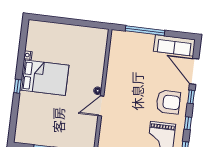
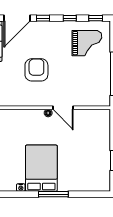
window: (18, 86) -> (53, 194), width x2.17
armchair: (168, 102) -> (36, 70), moved

